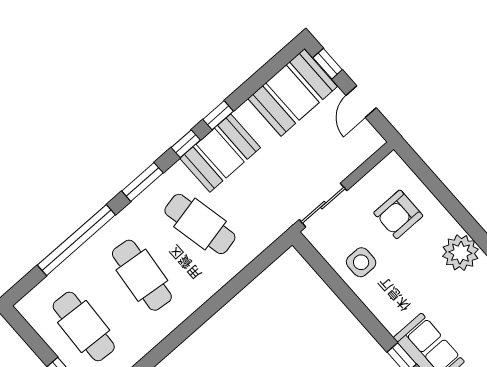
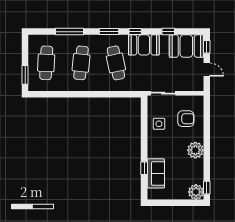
door: (361, 102) -> (207, 70), swing flipped
window: (218, 115) -> (168, 32), moved
armchair: (398, 214) -> (186, 119), turned 180
window: (76, 240) -> (69, 32), width x0.68

